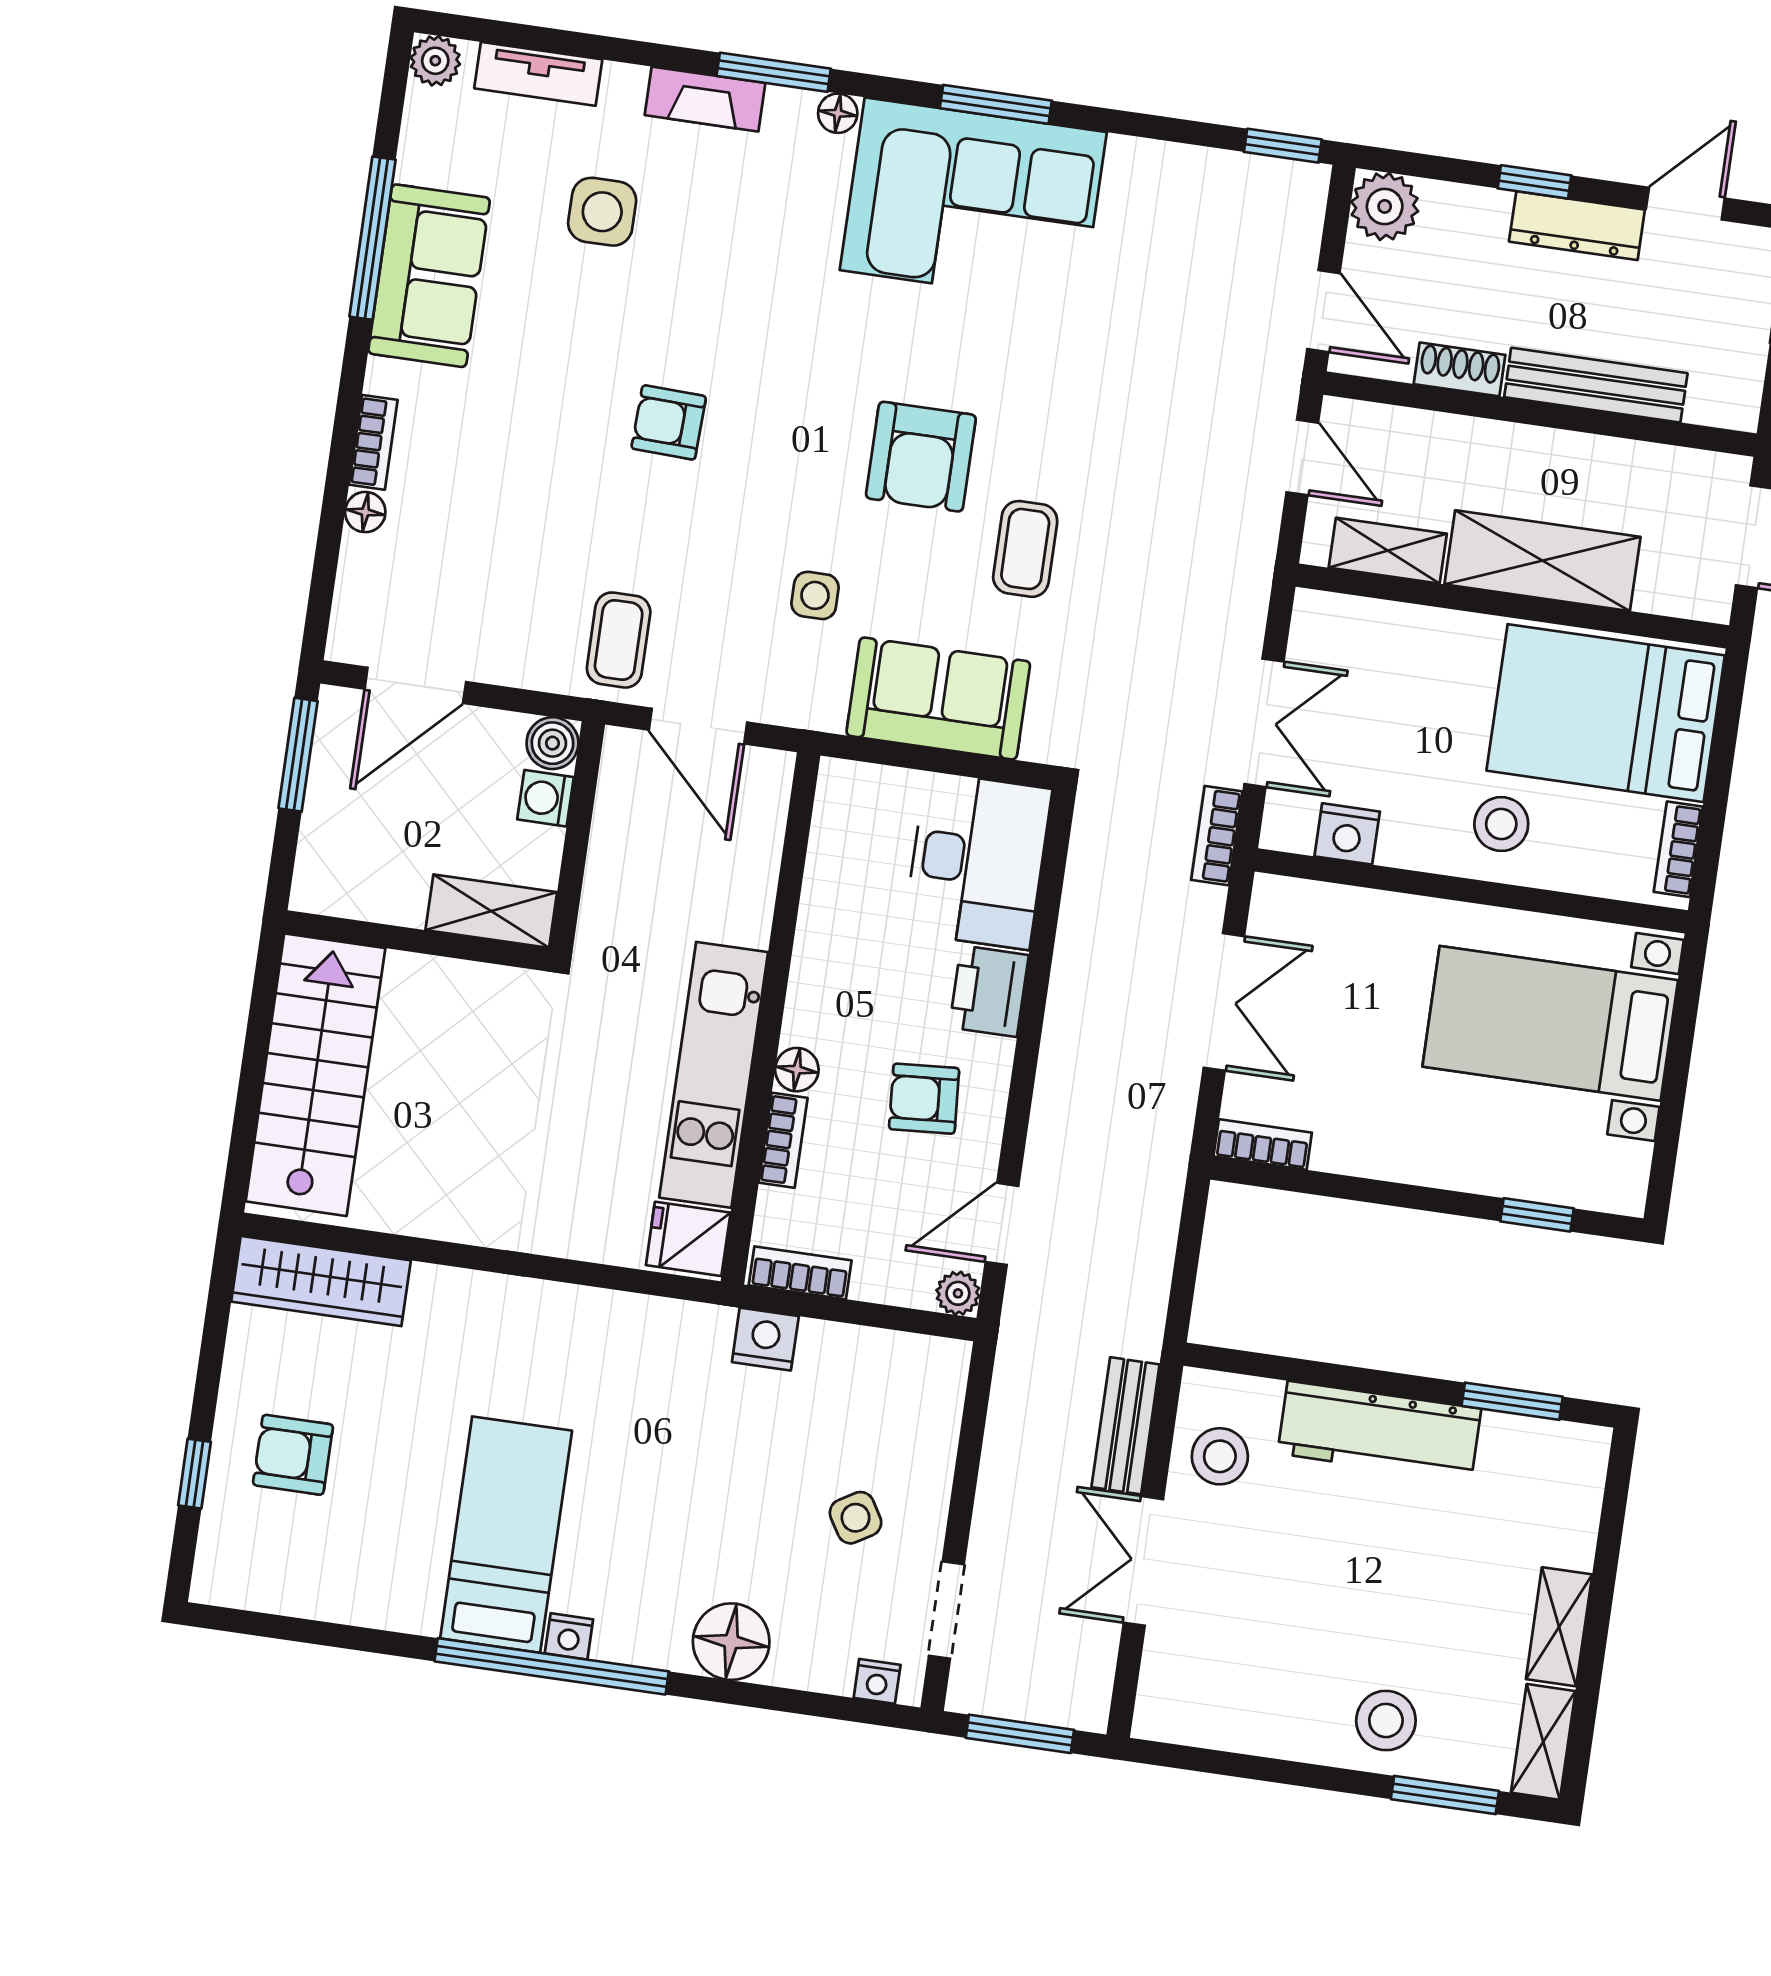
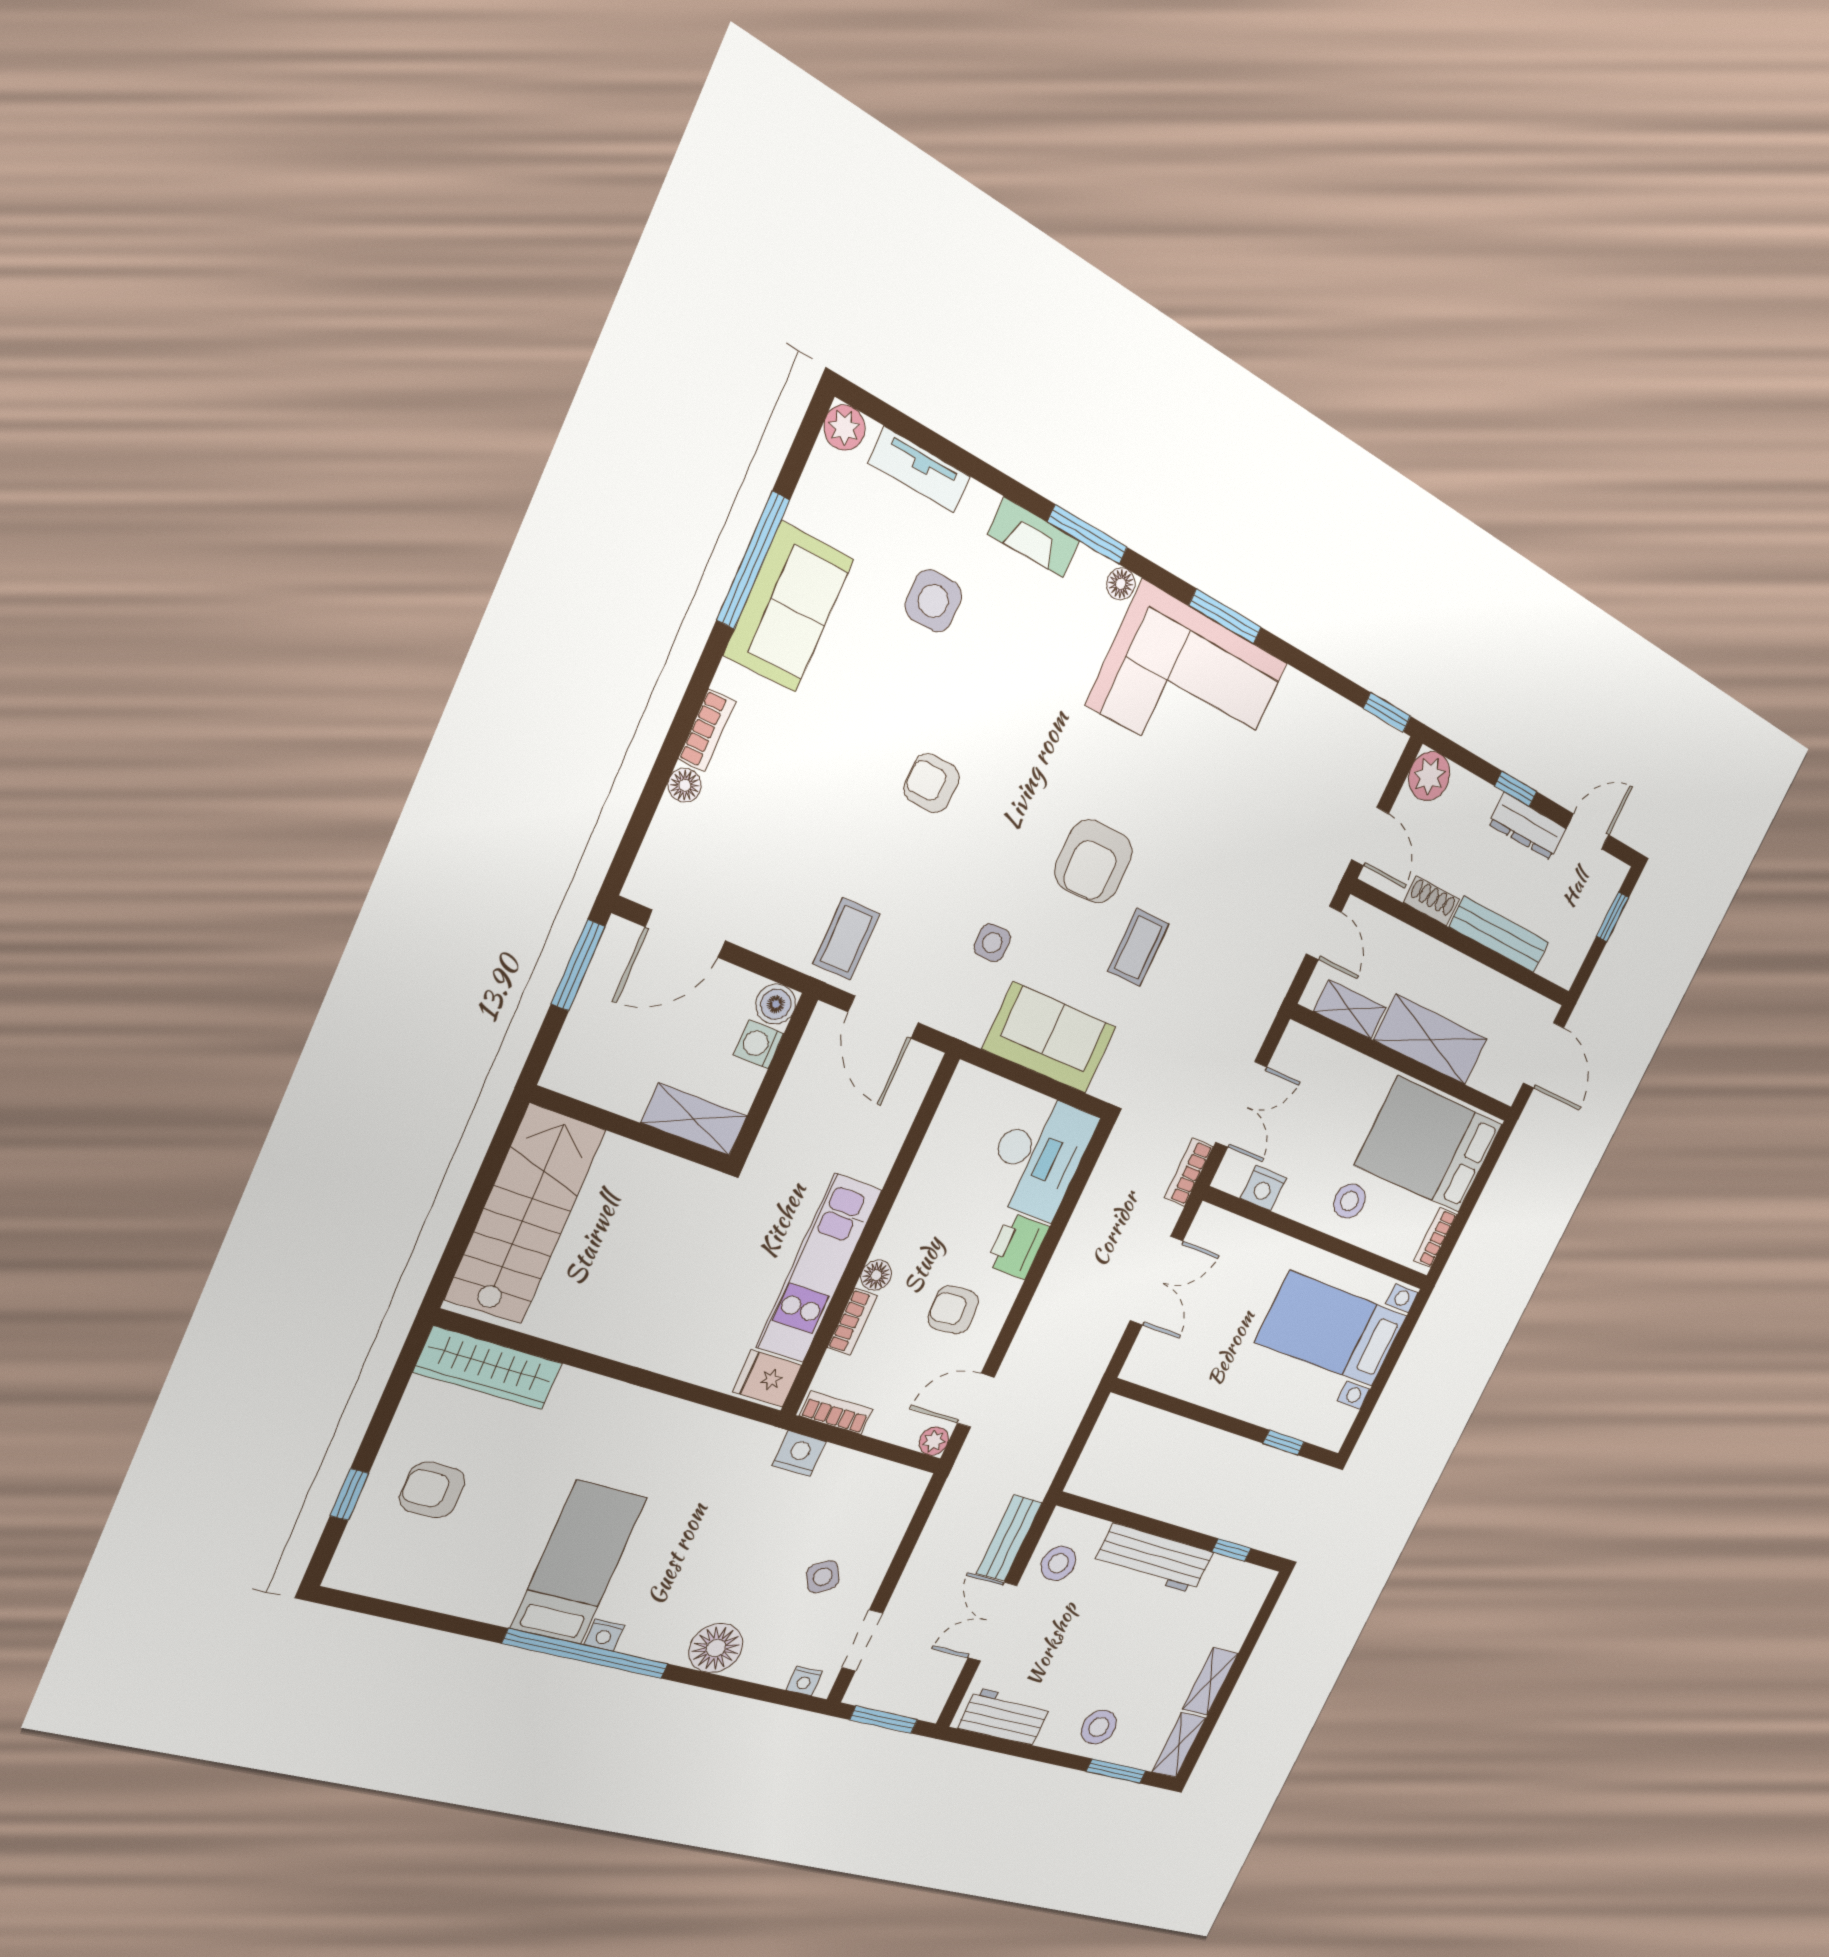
bookcase: (1263, 1144) -> (1148, 1375), removed
window: (1512, 1401) -> (1232, 1550), width x0.67
workbench: (1217, 1714) -> (1005, 1717), added

